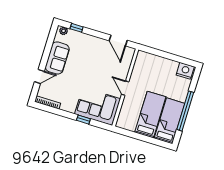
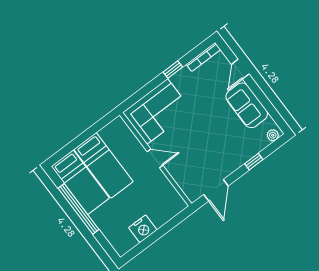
window: (77, 28) -> (254, 162), moved
door: (118, 41) -> (216, 190), swing flipped
nightstand: (185, 71) -> (143, 229), moved
window: (83, 120) -> (173, 70), moved

